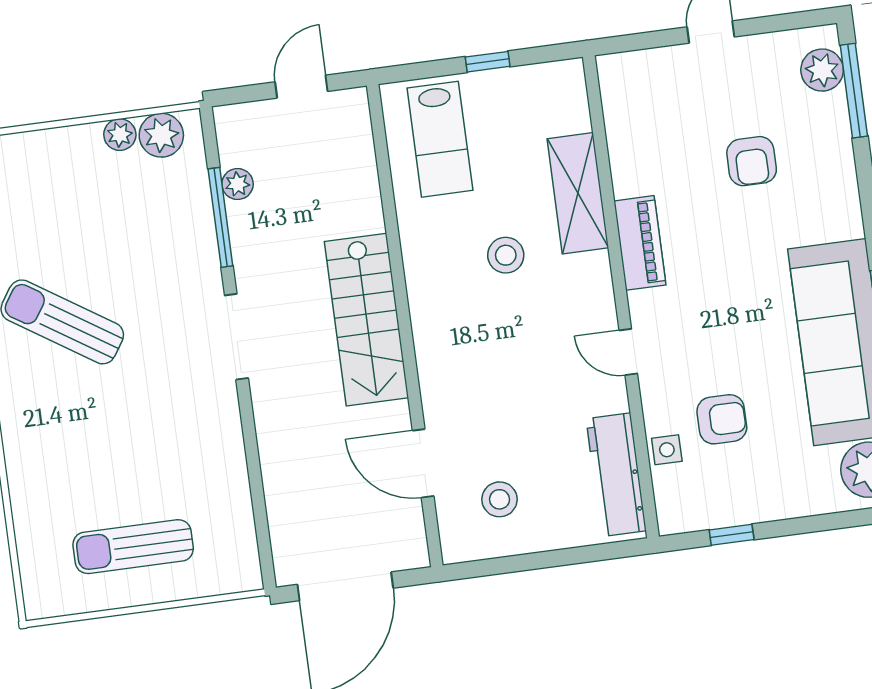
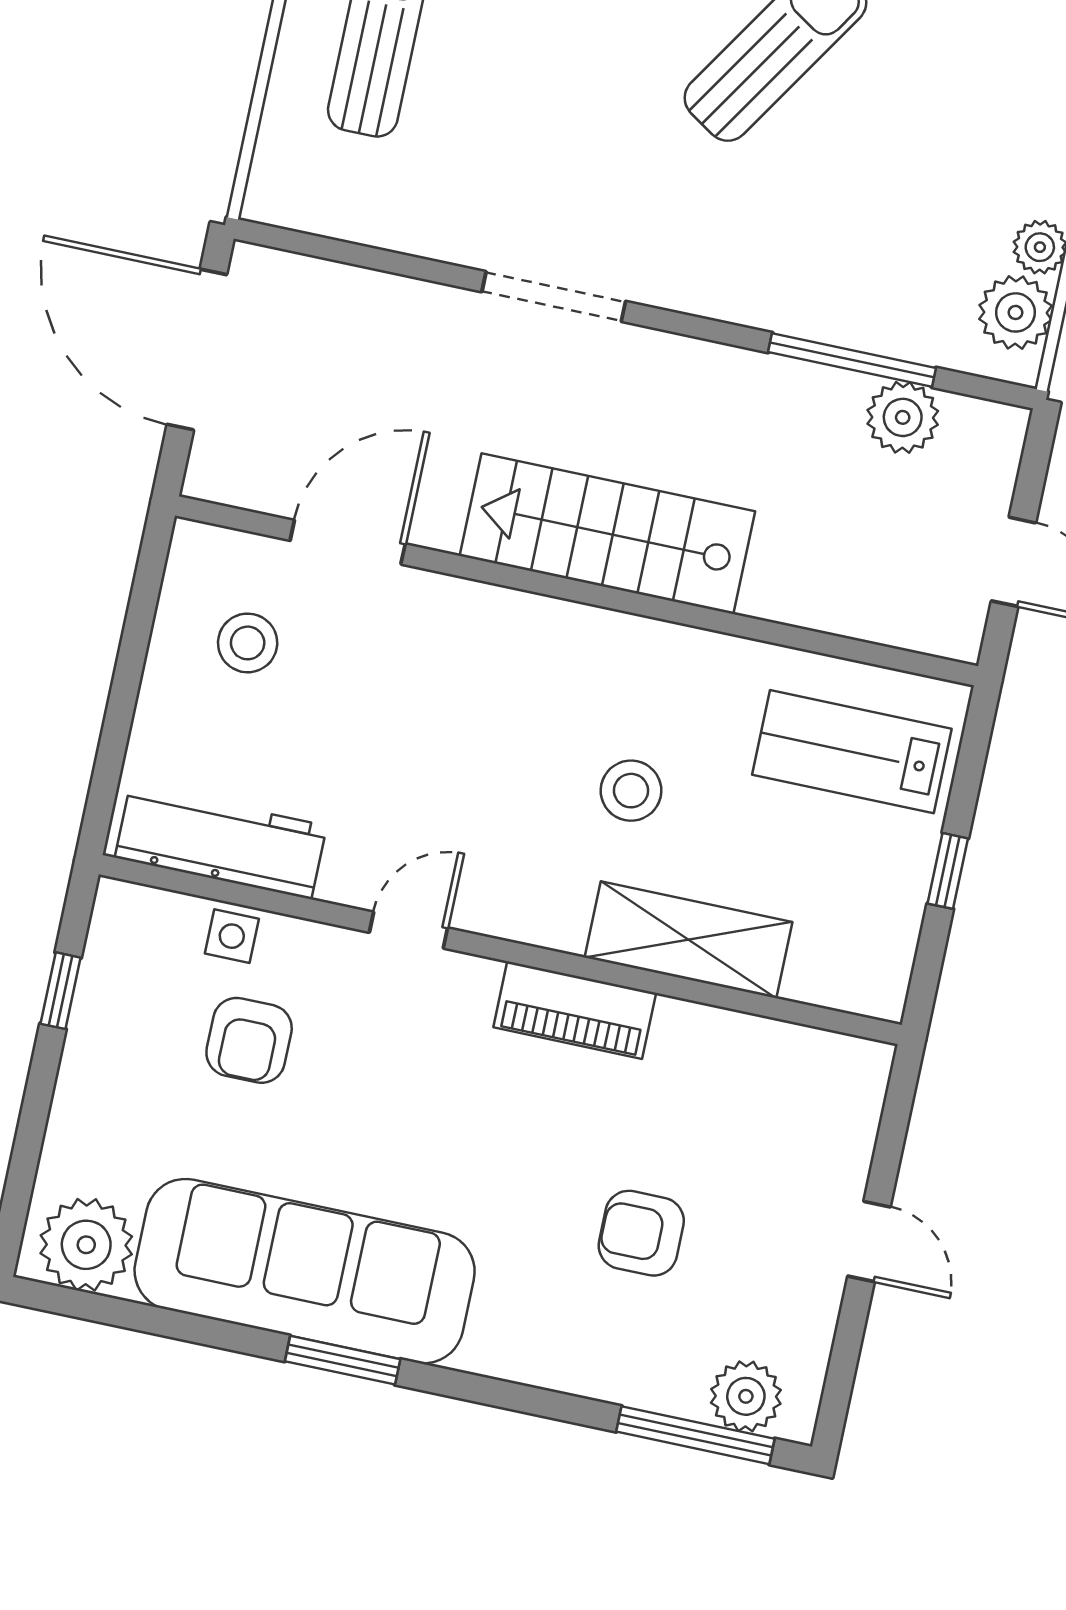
plant: (238, 184) -> (903, 417), width x1.38, depth x1.38
doorway: (236, 337) -> (554, 297), moved

